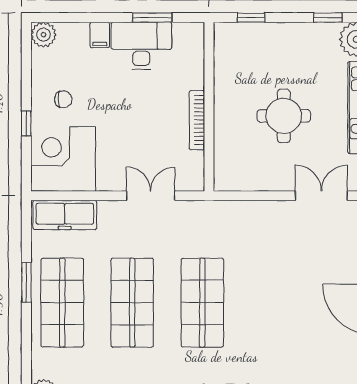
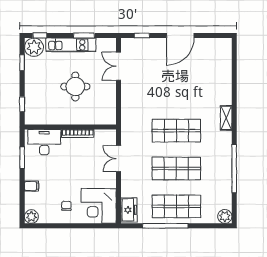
desk: (141, 46) -> (44, 142), moved, turned 90
window: (26, 124) -> (79, 226), removed
freezer: (65, 215) -> (129, 210), width x0.71
window: (26, 282) -> (165, 226), width x2.11

